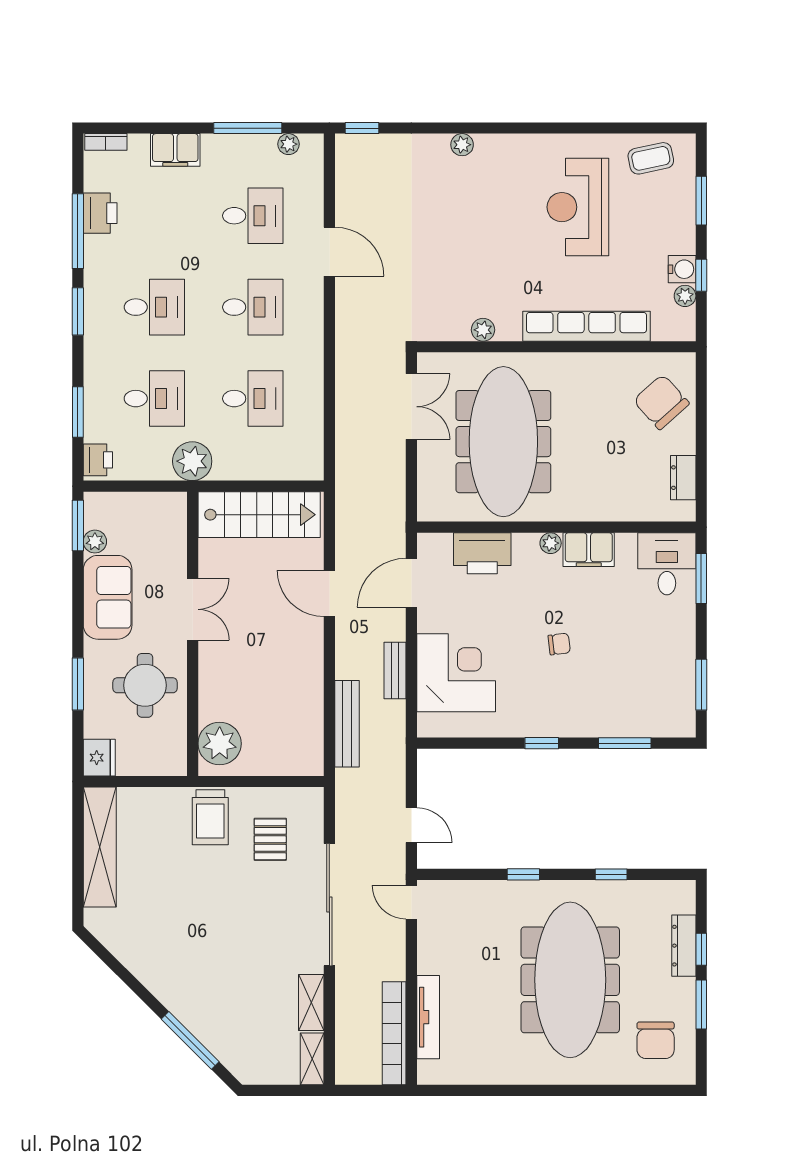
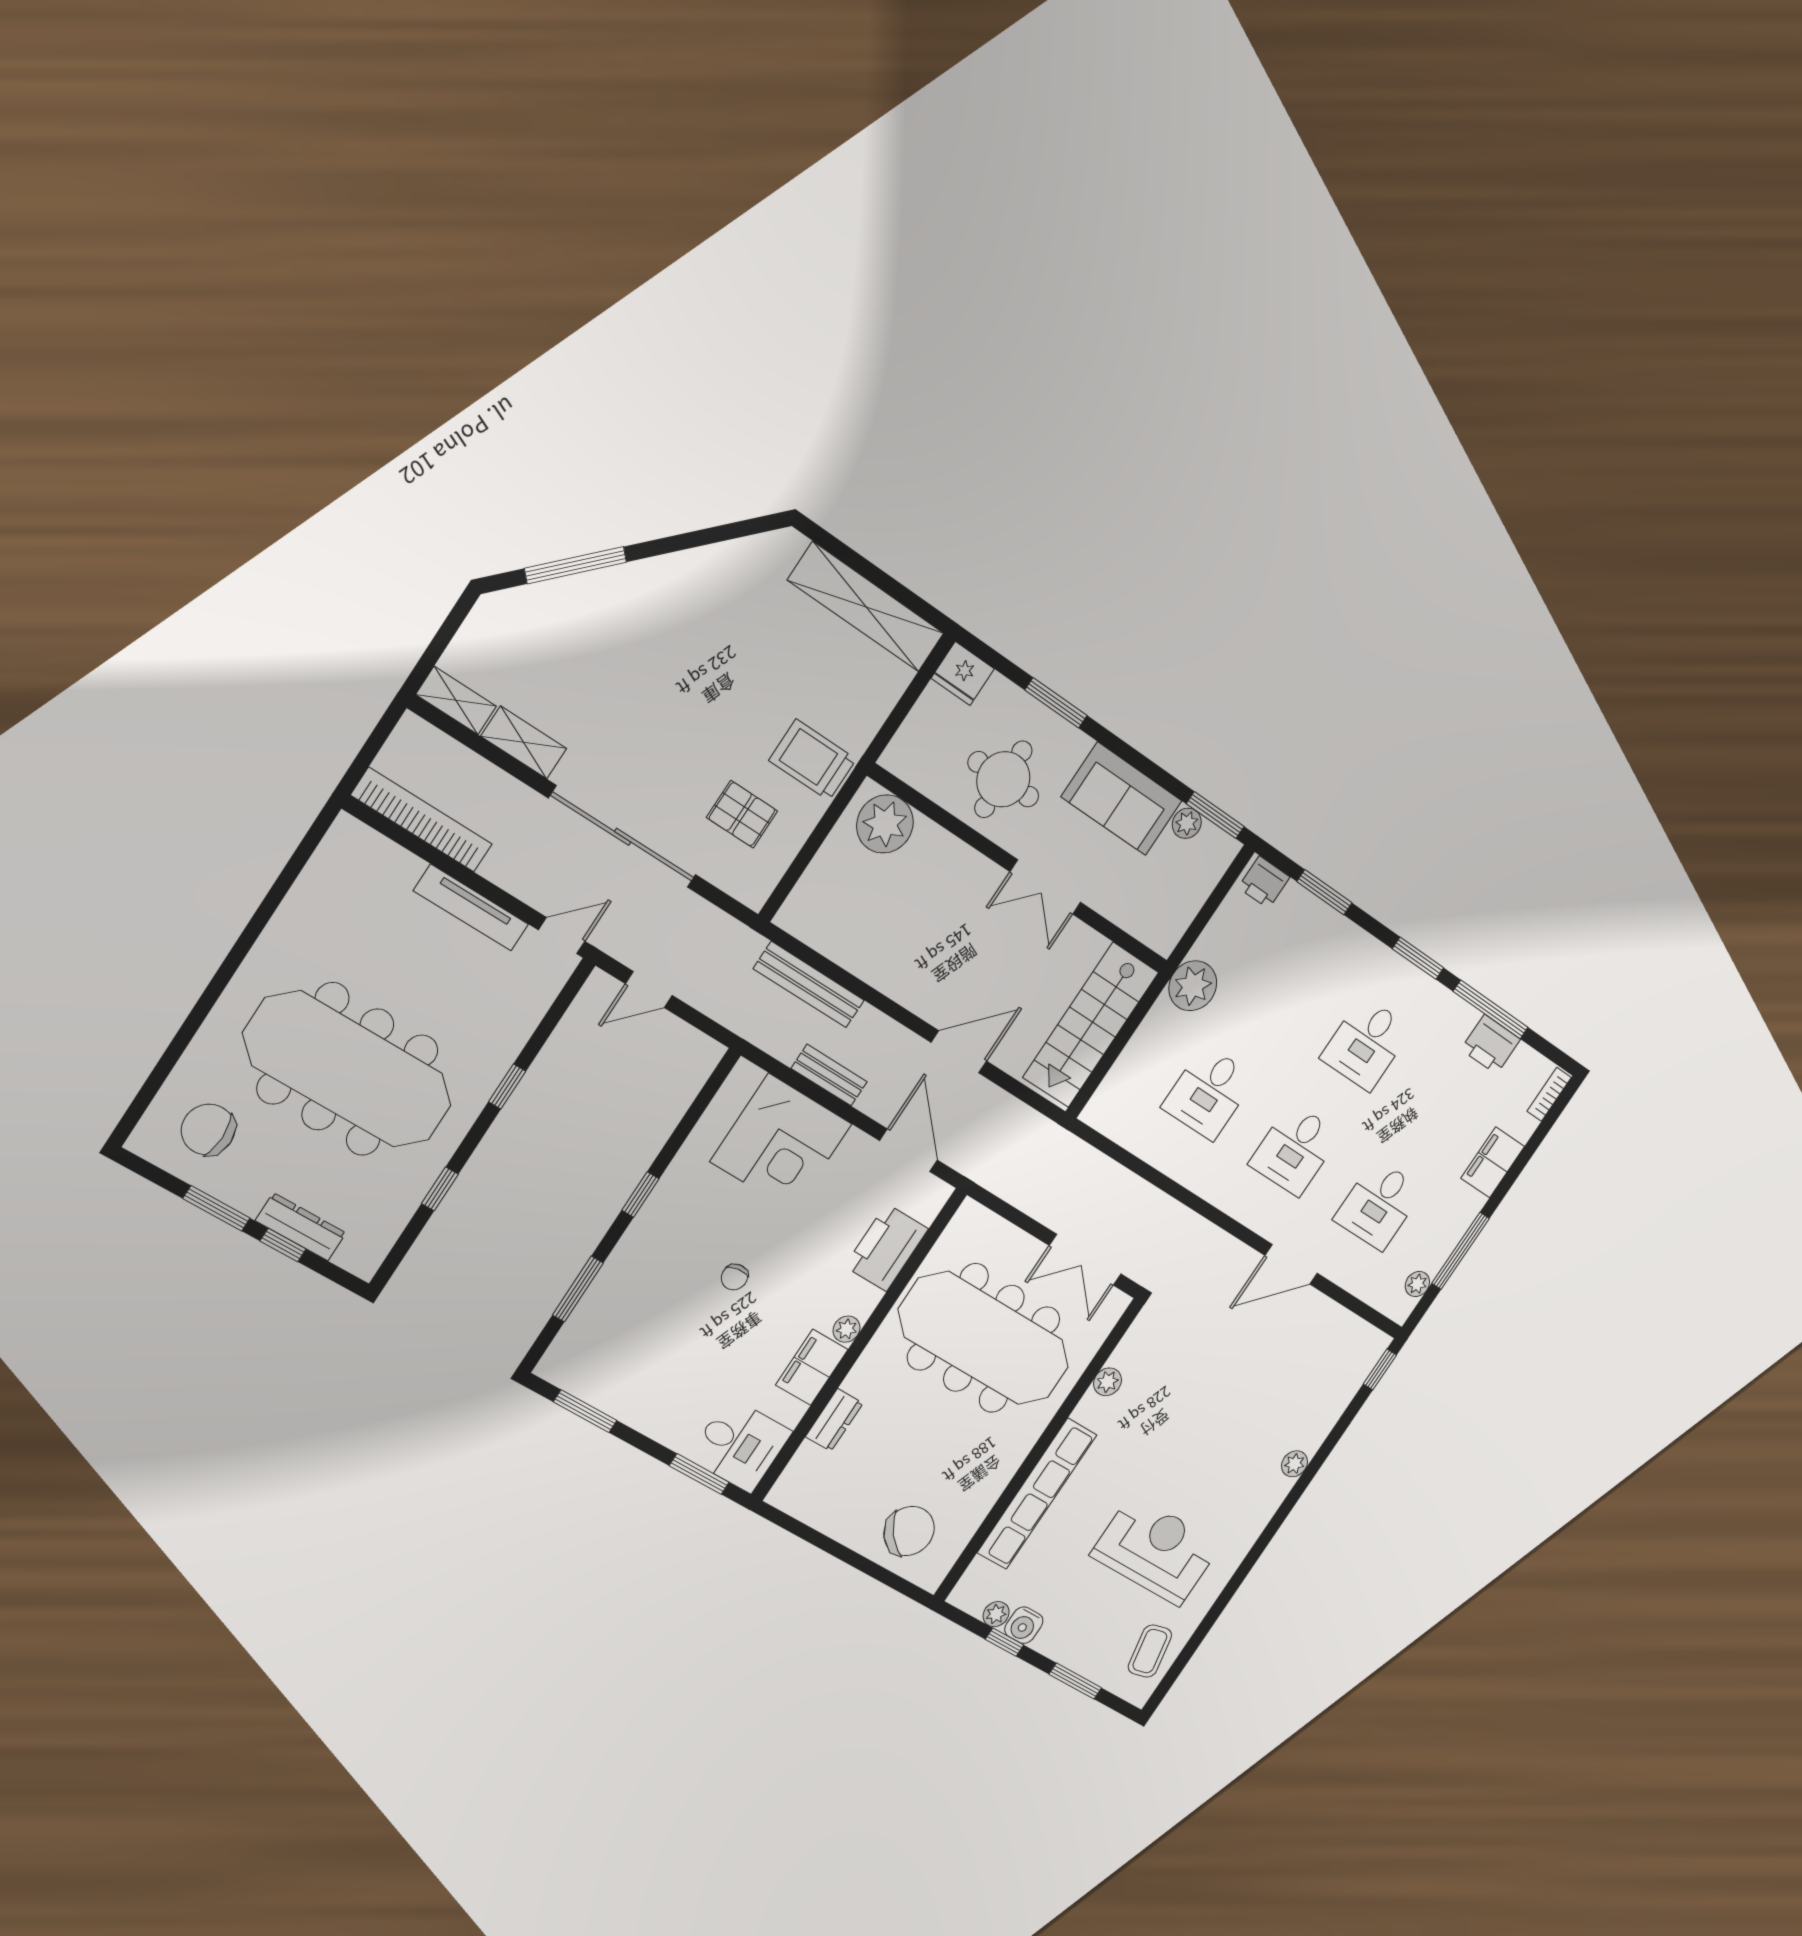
desk: (154, 399) -> (1281, 985), removed
dresser: (683, 478) -> (834, 1420), moved, turned 90
tv unit: (428, 1017) -> (471, 908), moved

